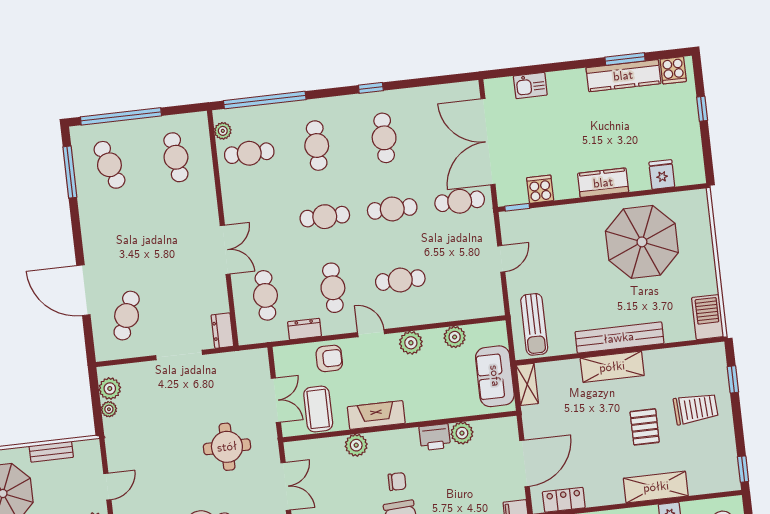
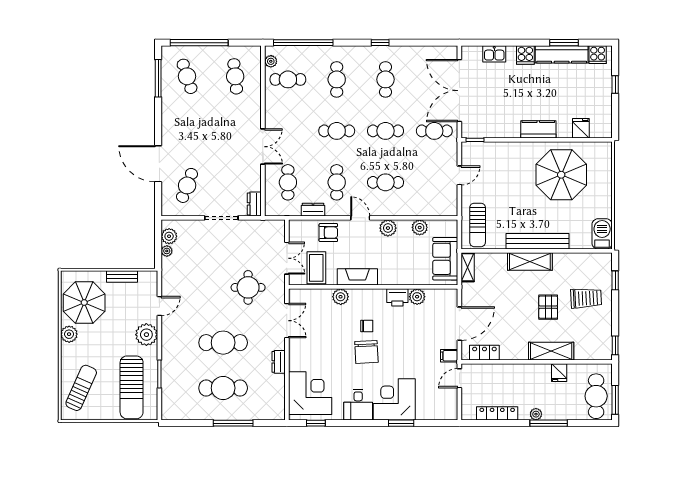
cooker: (540, 189) -> (525, 55), moved, turned 180

